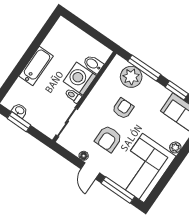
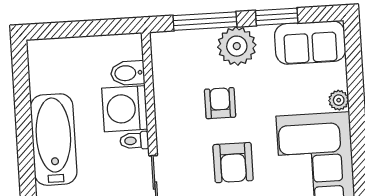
bathtub: (36, 66) -> (54, 140), width x1.36, depth x1.36
plant: (131, 77) -> (237, 46), moved

